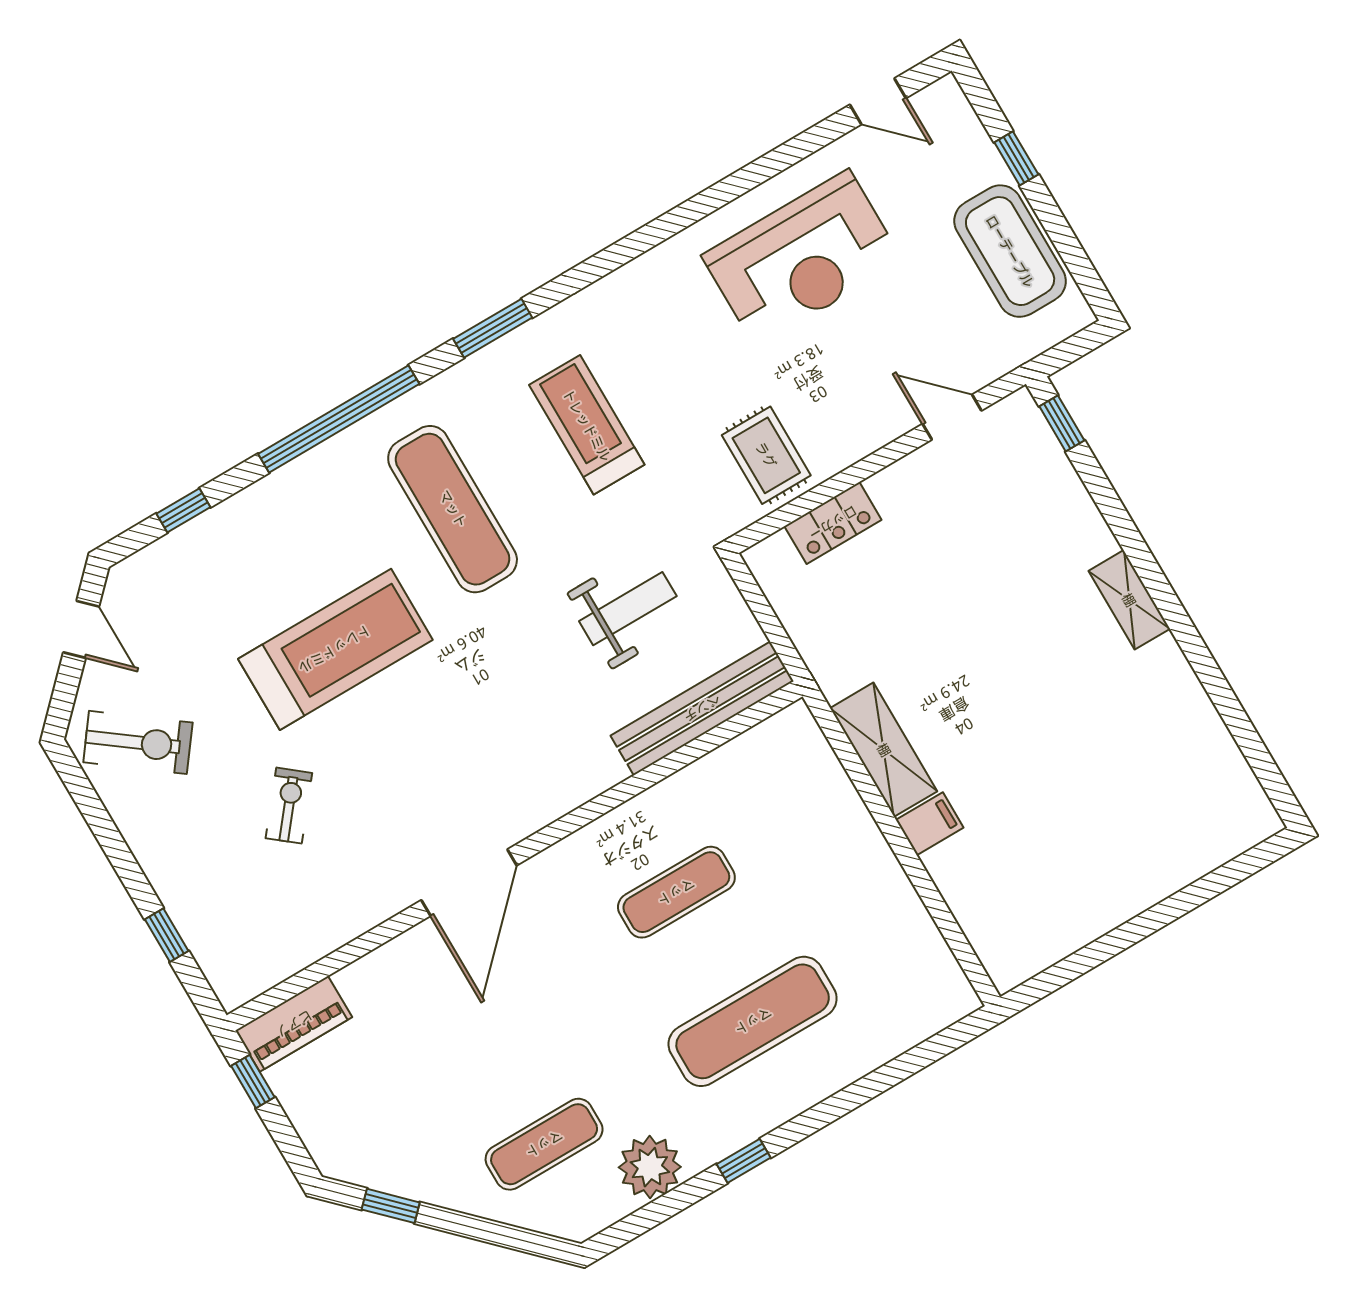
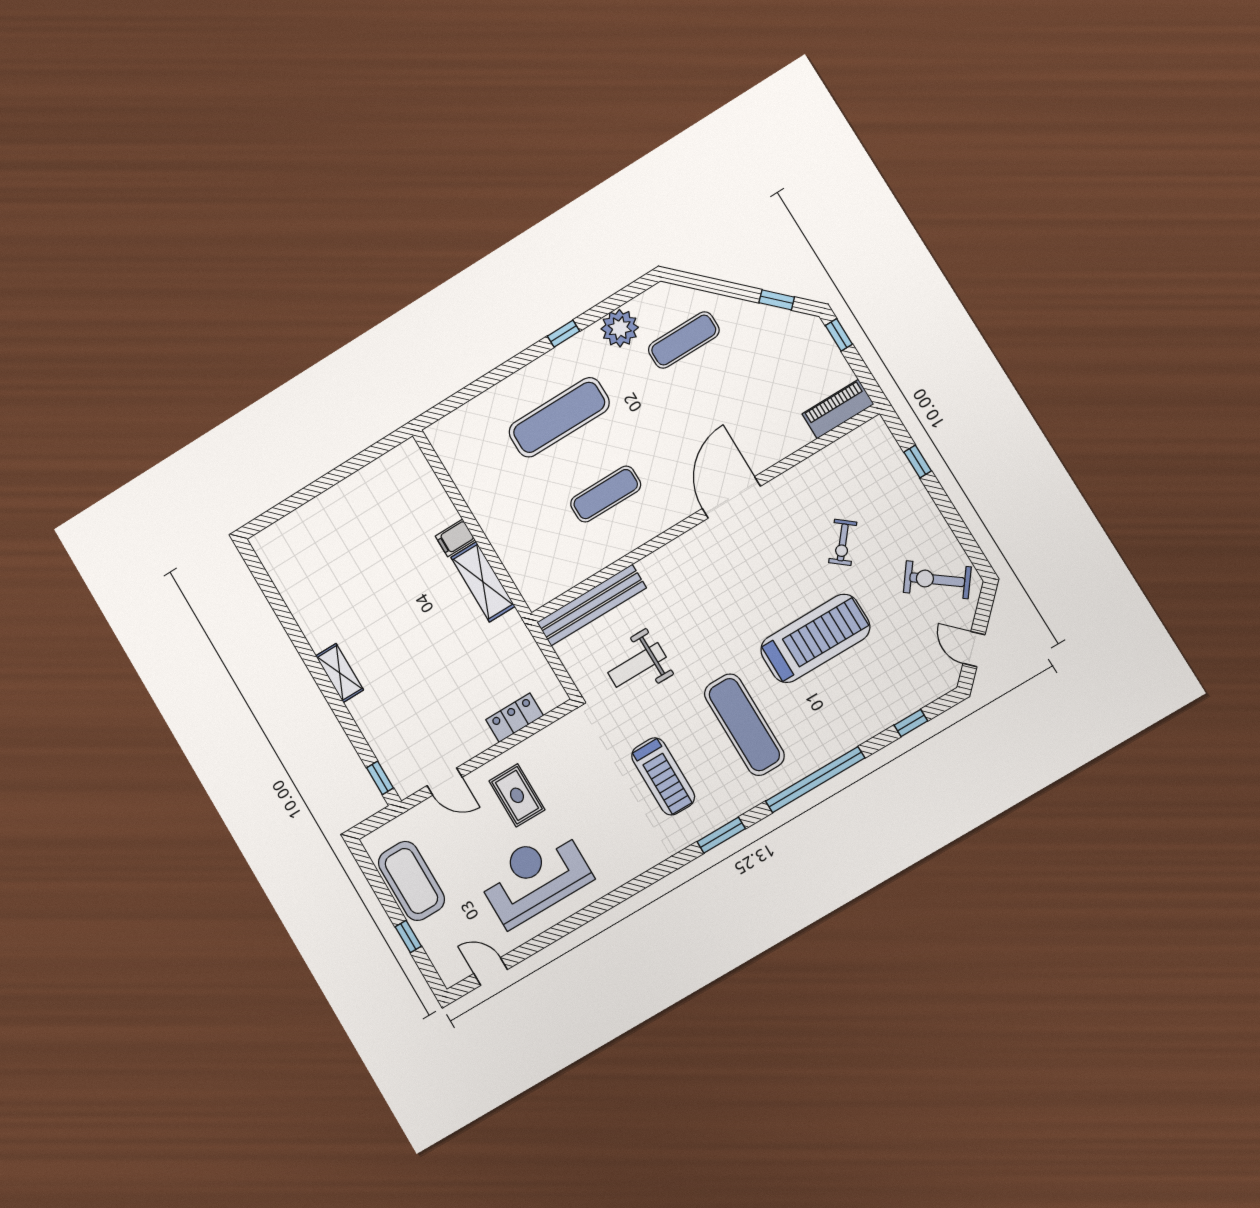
rug: (766, 455) -> (517, 795), moved
treadmill: (335, 649) -> (815, 638), turned 180
window: (253, 1081) -> (839, 335), moved

